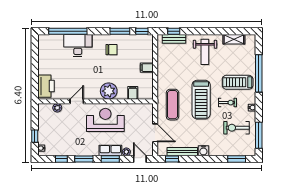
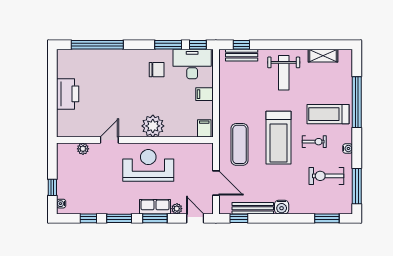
desk: (78, 45) -> (192, 64), moved
printer: (46, 86) -> (68, 94), moved
filing cabinet: (133, 93) -> (204, 128), moved

